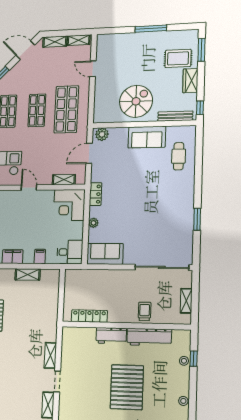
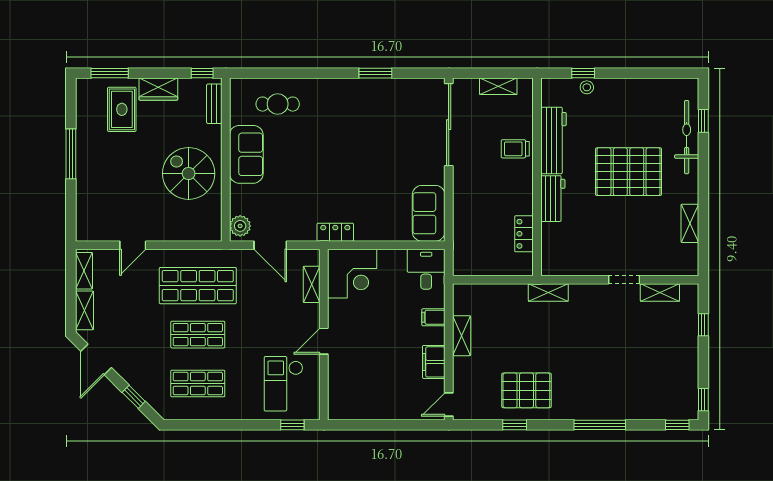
bench: (175, 116) -> (214, 104), width x0.73
plant: (93, 223) -> (380, 234), removed
locker: (89, 316) -> (524, 234), width x0.66
shelving: (50, 355) -> (548, 293), moved
stool: (183, 401) -> (645, 87), removed

